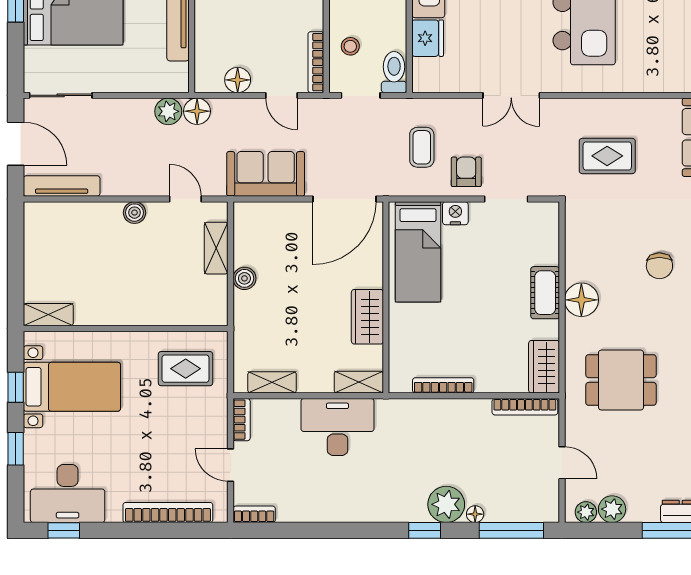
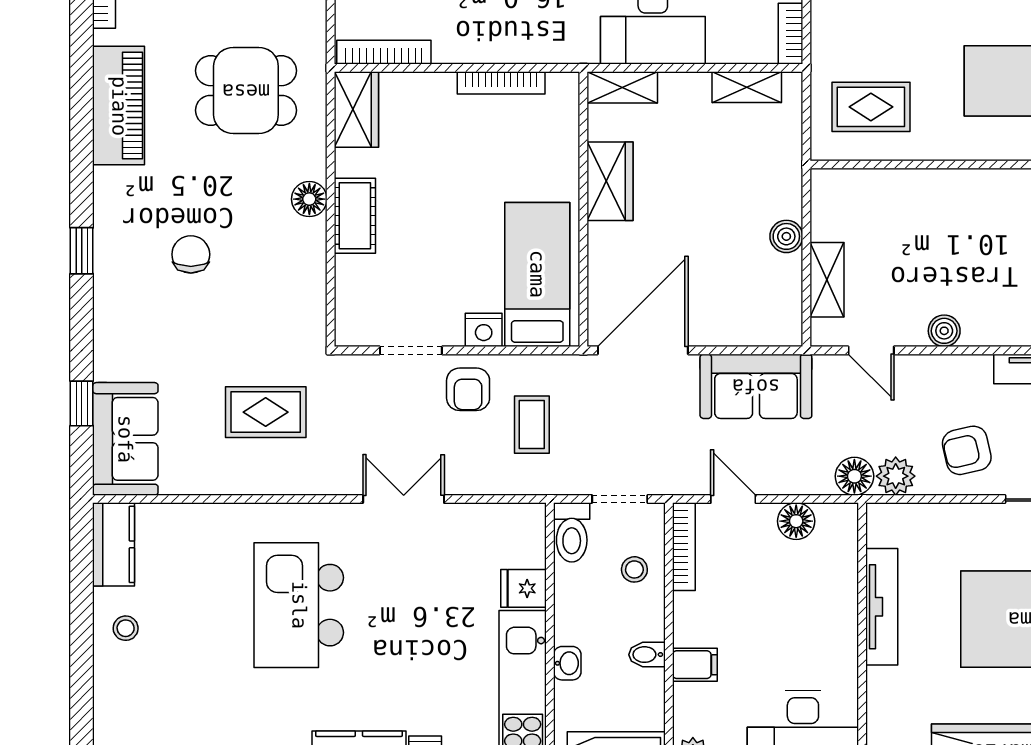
fridge: (428, 38) -> (524, 588), width x0.72
armchair: (119, 129) -> (967, 450), added
floor lamp: (581, 300) -> (309, 199), width x0.73, depth x0.73

